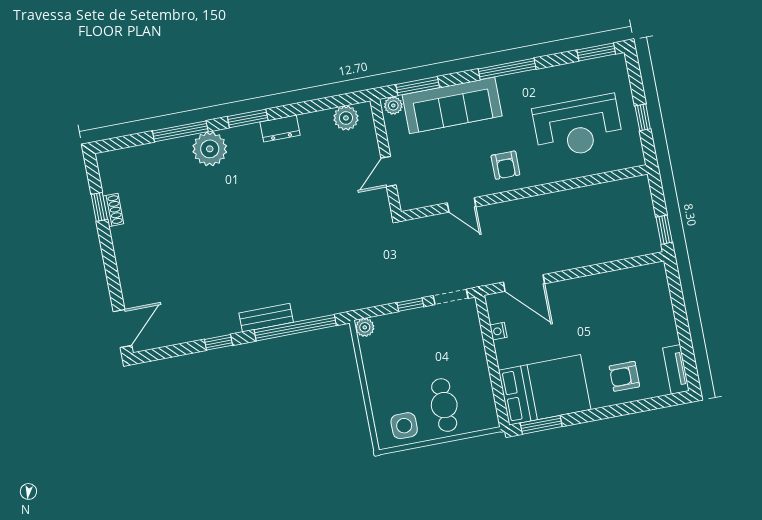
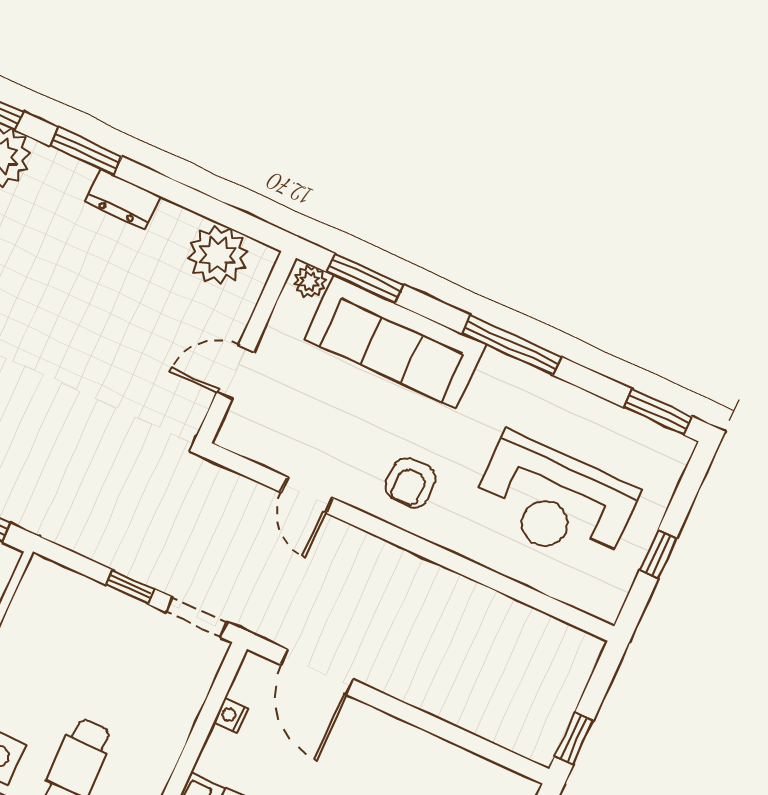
plant: (346, 118) -> (218, 255), width x1.36, depth x1.36
plant: (365, 327) -> (41, 573), removed

